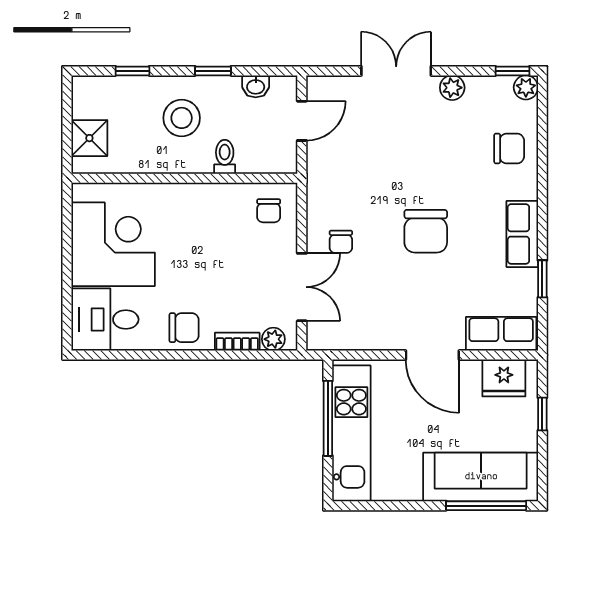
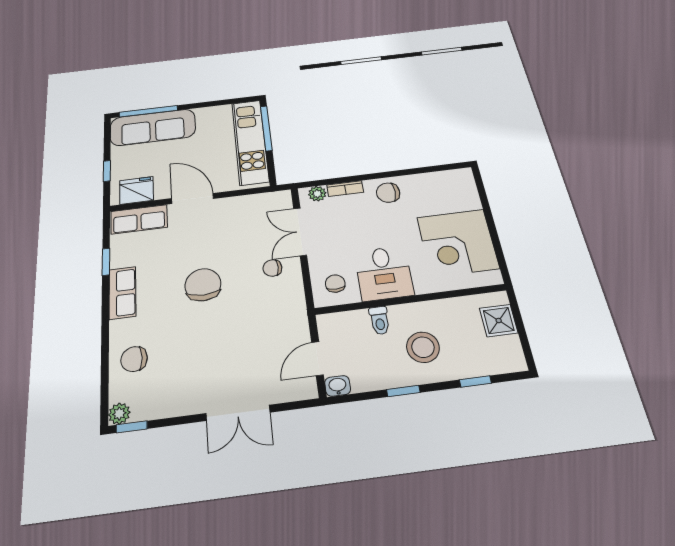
washbasin: (256, 86) -> (338, 386), moved
plant: (452, 88) -> (186, 405), removed
chair: (341, 242) -> (272, 268), turned -90
desk: (105, 319) -> (384, 273), moved, turned 90
window: (328, 418) -> (266, 128), moved

